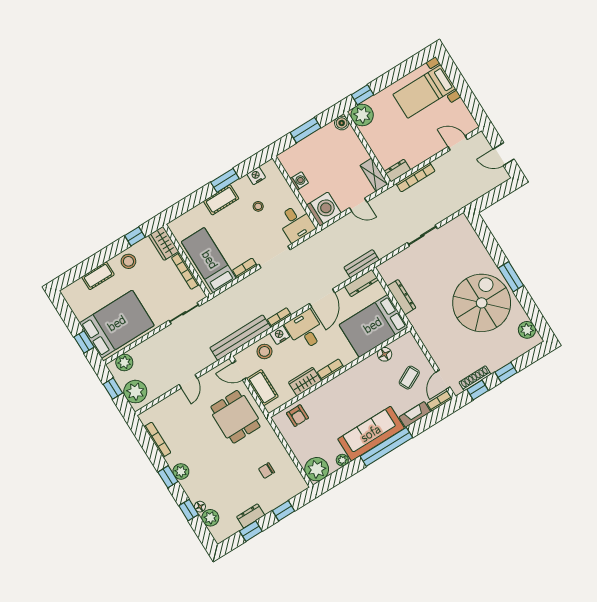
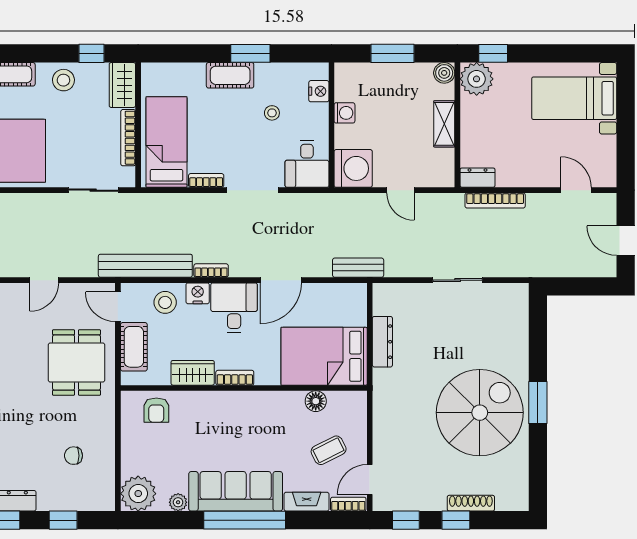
shelving: (374, 175) -> (444, 124), moved
nightstand: (256, 176) -> (319, 91), moved, turned 90
dresser: (362, 283) -> (343, 292), removed
plant: (527, 330) -> (516, 483), removed
shoe rack: (475, 378) -> (471, 503), moved

